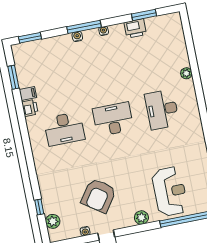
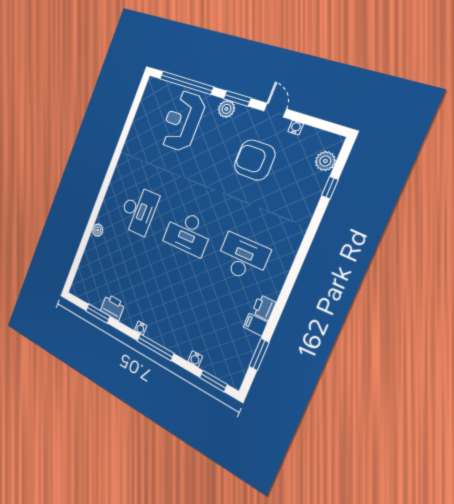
water cooler: (77, 36) -> (195, 359), moved
armchair: (99, 196) -> (255, 160), turned -125
window: (138, 229) -> (237, 98), added

